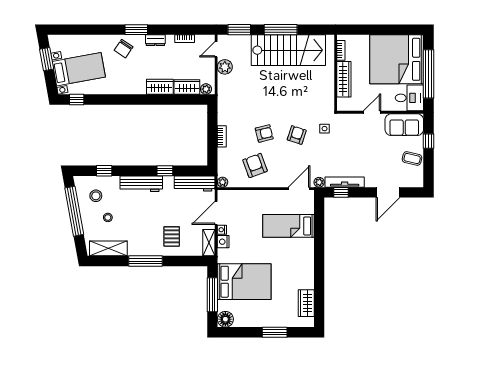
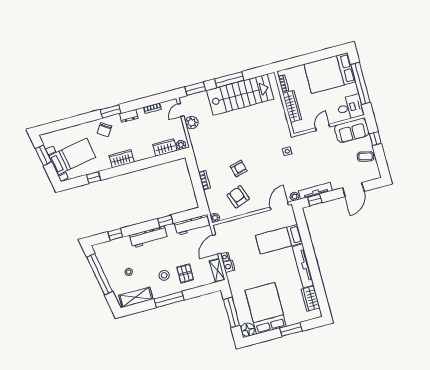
bed: (397, 59) -> (330, 73), width x0.73
wardrobe: (160, 87) -> (122, 159), moved
window: (77, 100) -> (94, 178), moved
armchair: (297, 135) -> (266, 163), removed
stool: (96, 196) -> (164, 275), moved
tv unit: (308, 264) -> (303, 266), added
bed: (244, 282) -> (266, 308), moved, turned -90

